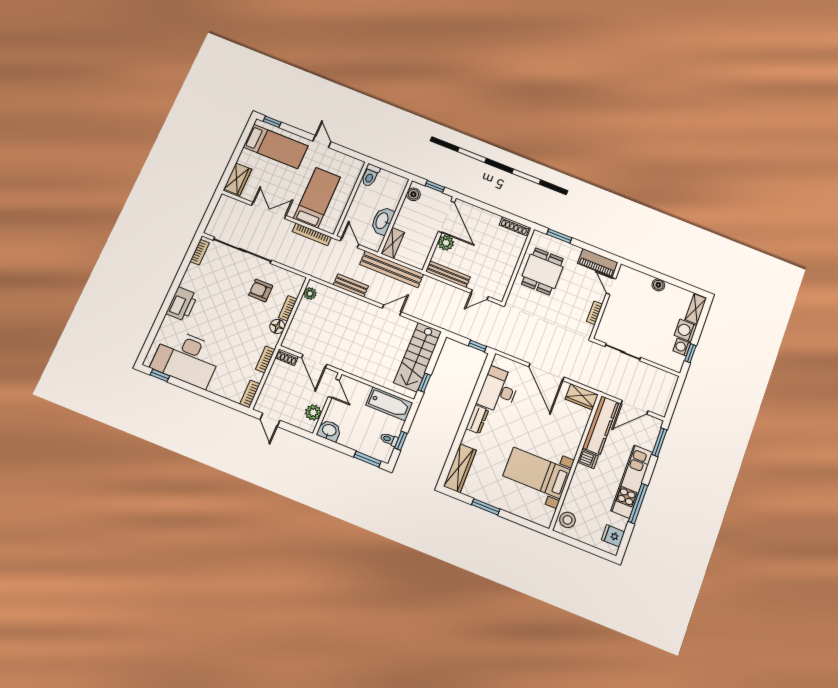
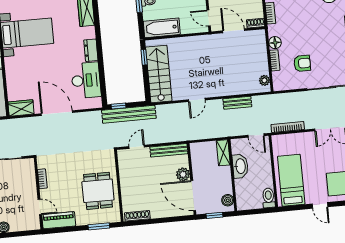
bed: (317, 198) -> (291, 180), moved, turned 180
bench: (392, 269) -> (129, 114), moved

